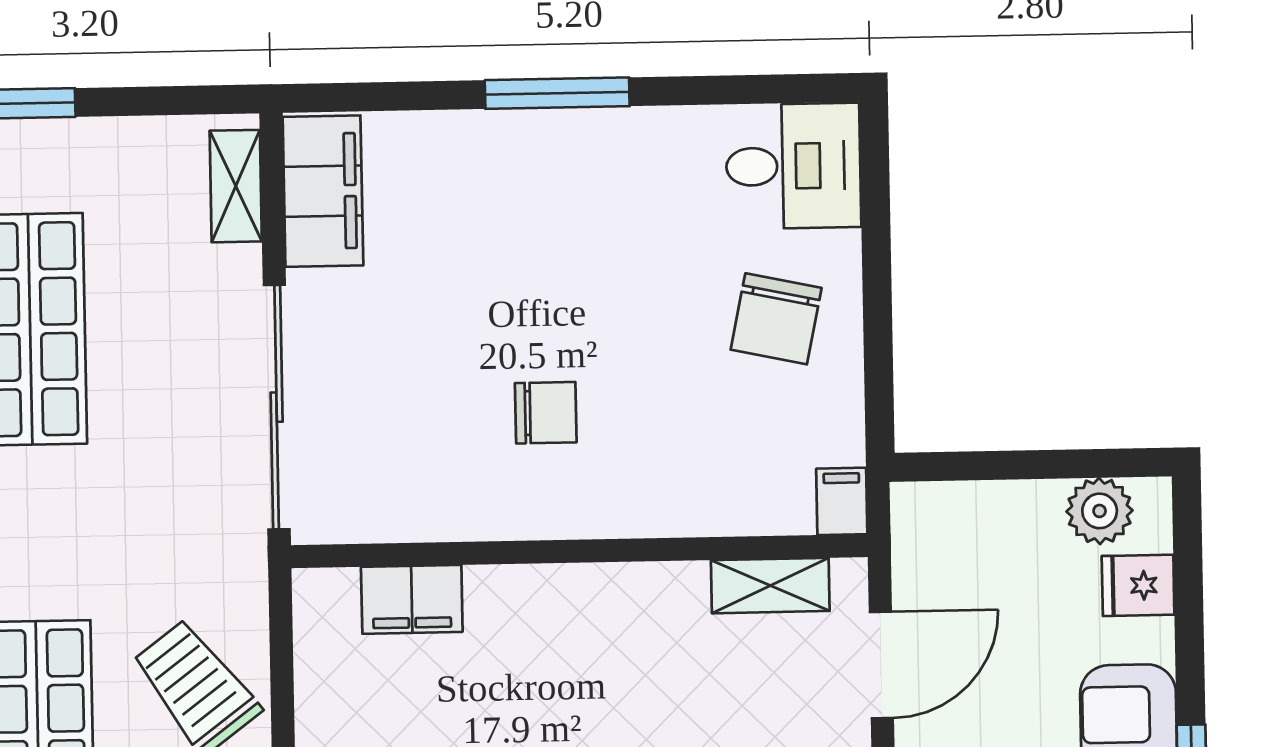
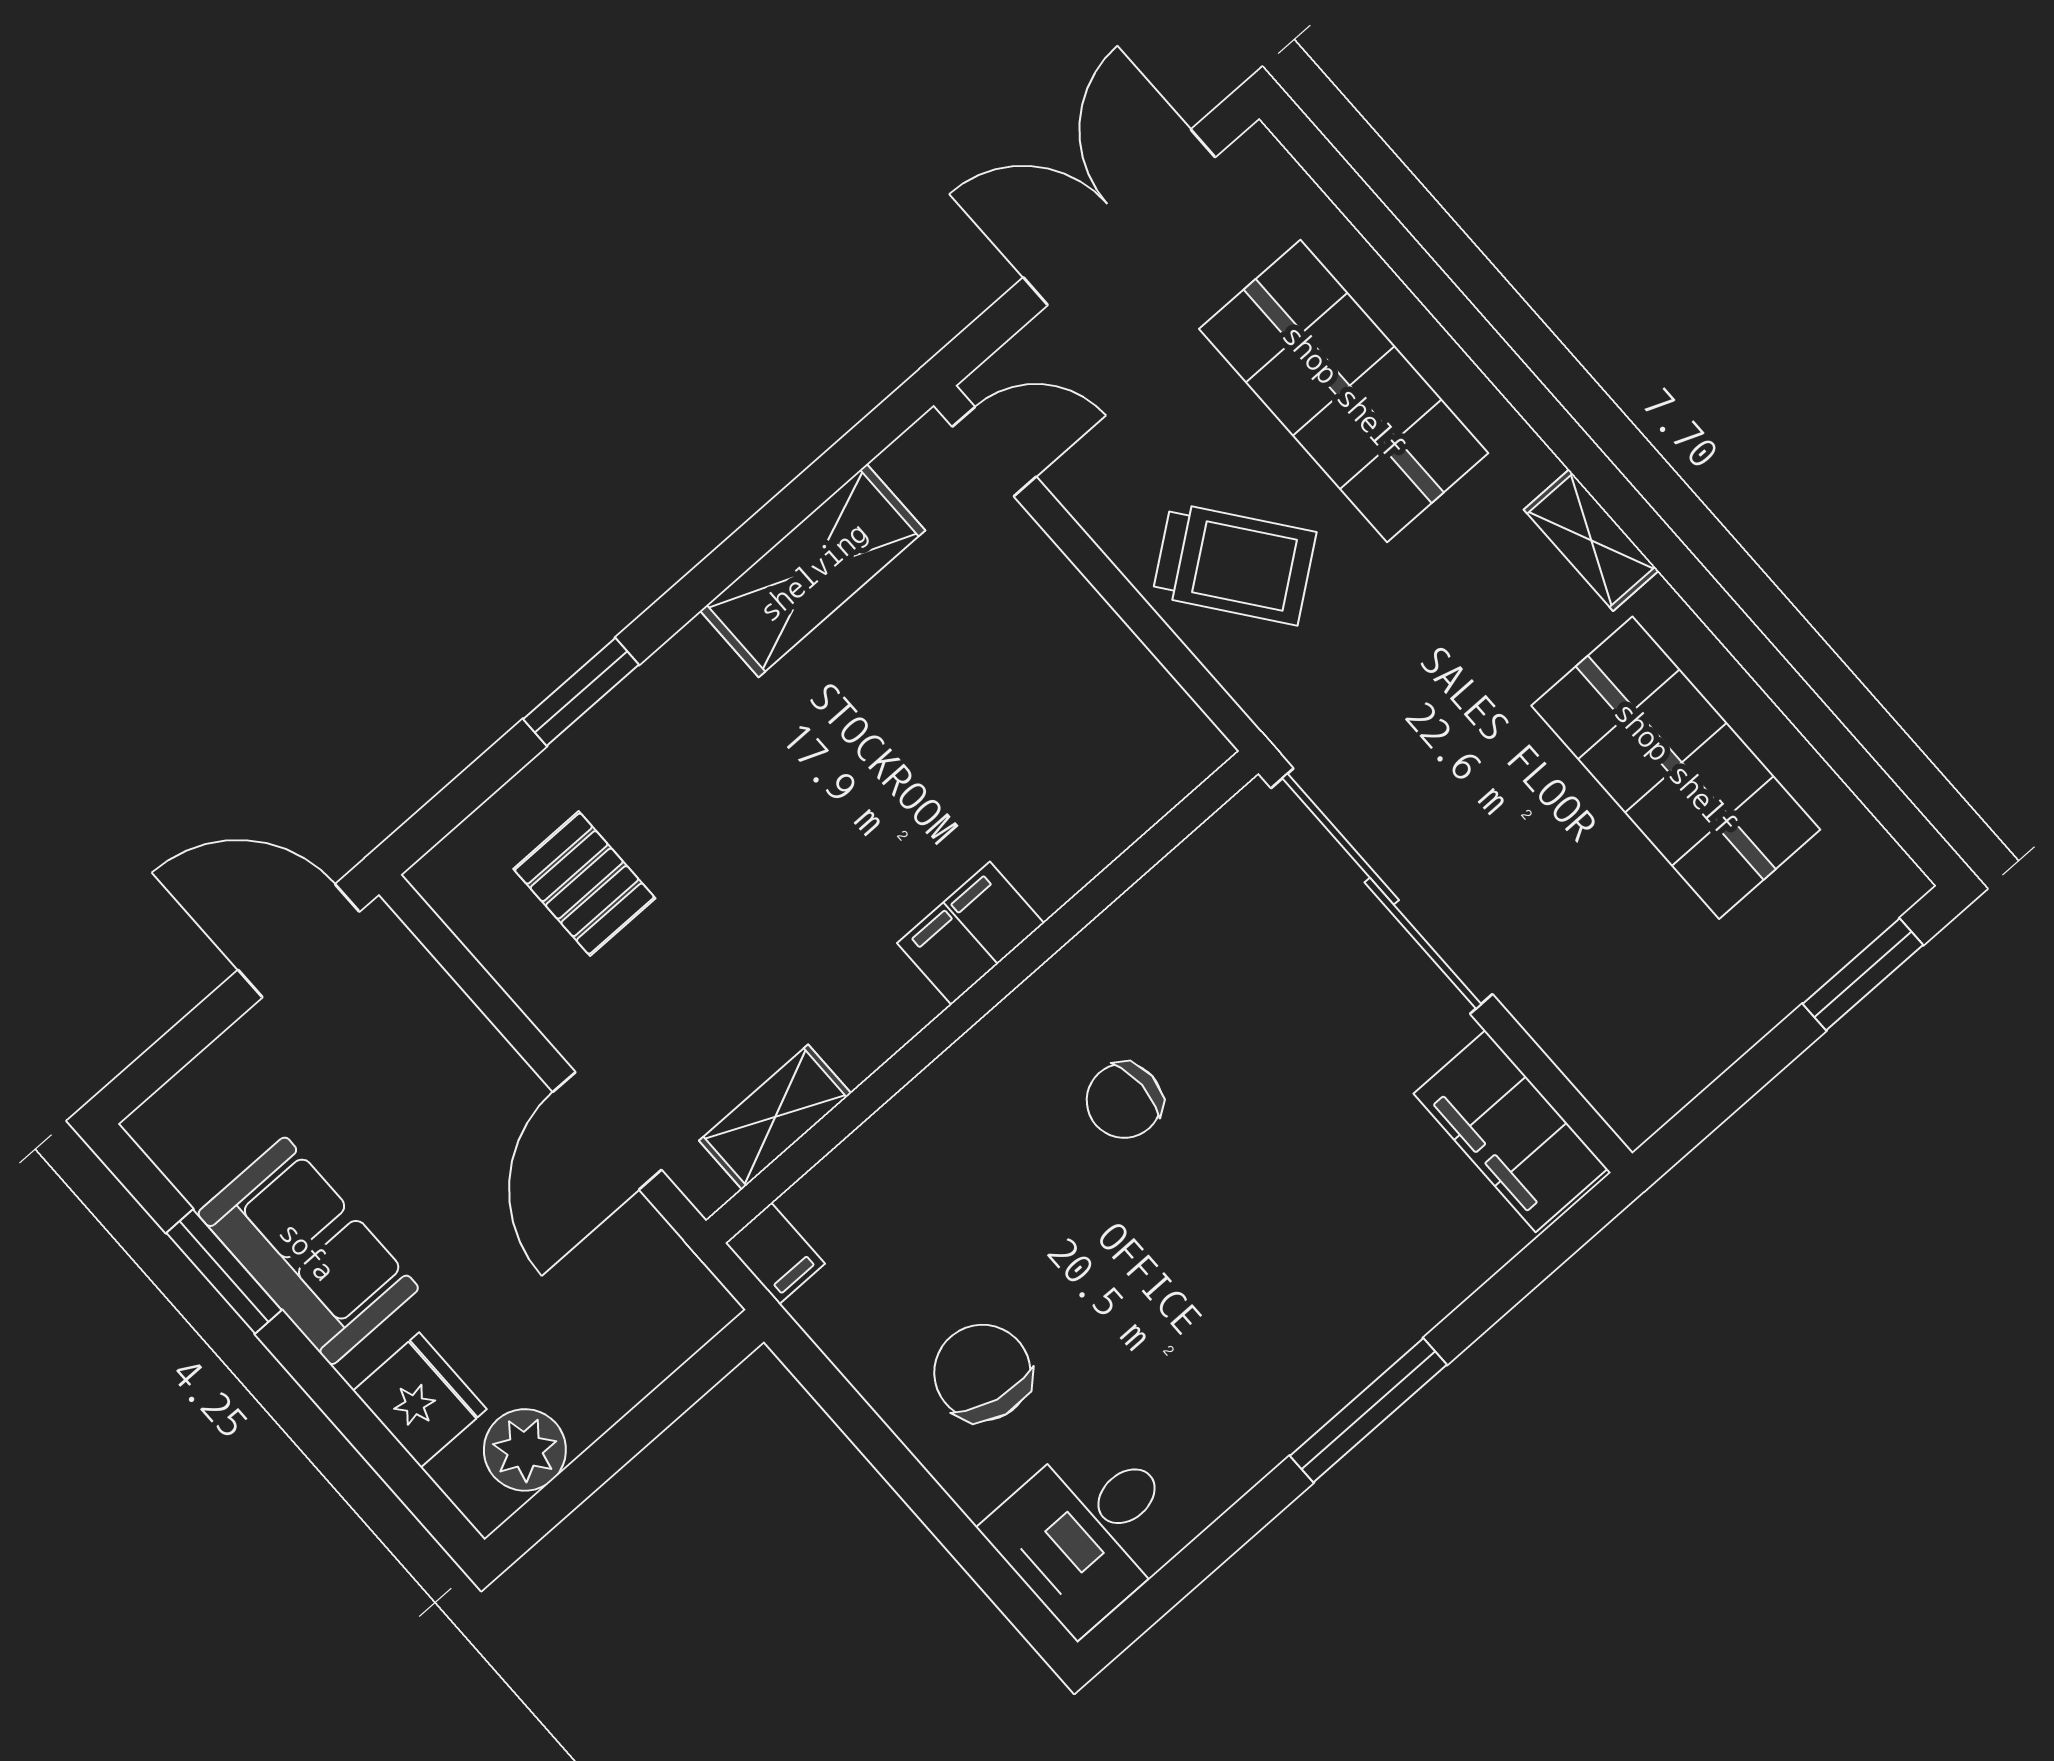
shelving: (236, 186) -> (1597, 1066), removed
fridge: (1138, 585) -> (420, 1400), width x1.38
filing cabinet: (412, 599) -> (971, 933), moved

